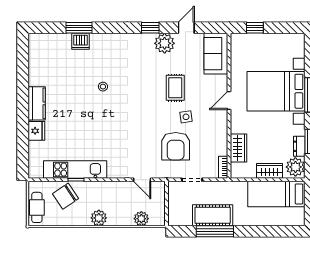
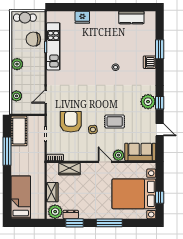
window: (255, 28) -> (160, 197), moved
dishwasher: (80, 41) -> (149, 62), moved
plant: (165, 43) -> (148, 102), moved
plant: (220, 83) -> (118, 155), added
bed with nightstands: (276, 91) -> (134, 194), moved, turned -90
kitchen counter: (37, 103) -> (131, 17), moved
armchair: (176, 146) -> (71, 122), turned 90
bed: (276, 194) -> (21, 197), moved
chair: (65, 196) -> (33, 39), turned -56
cot: (213, 215) -> (19, 131), moved

